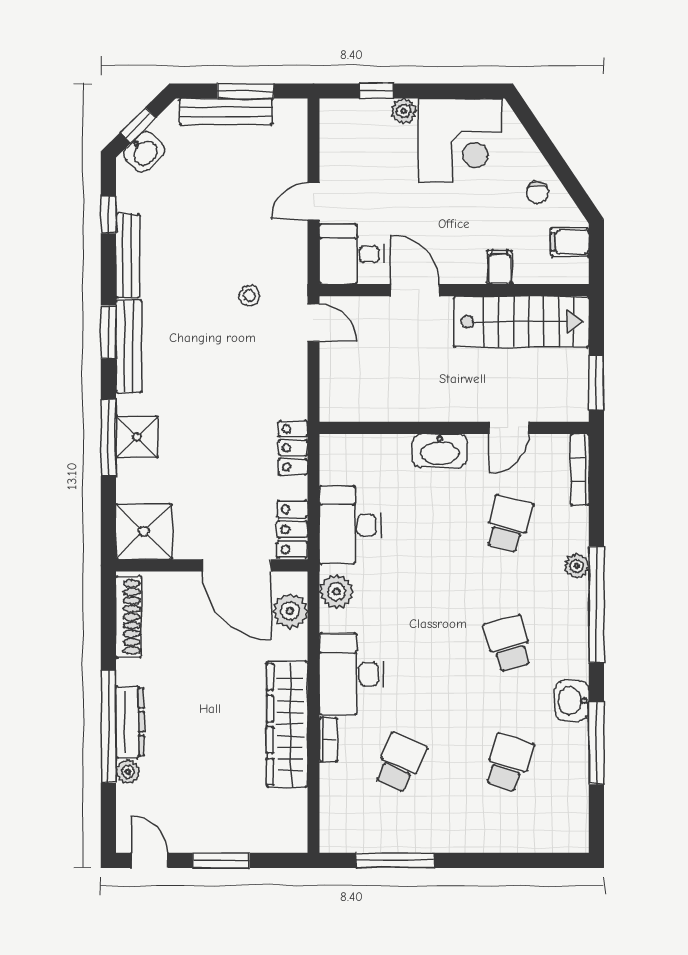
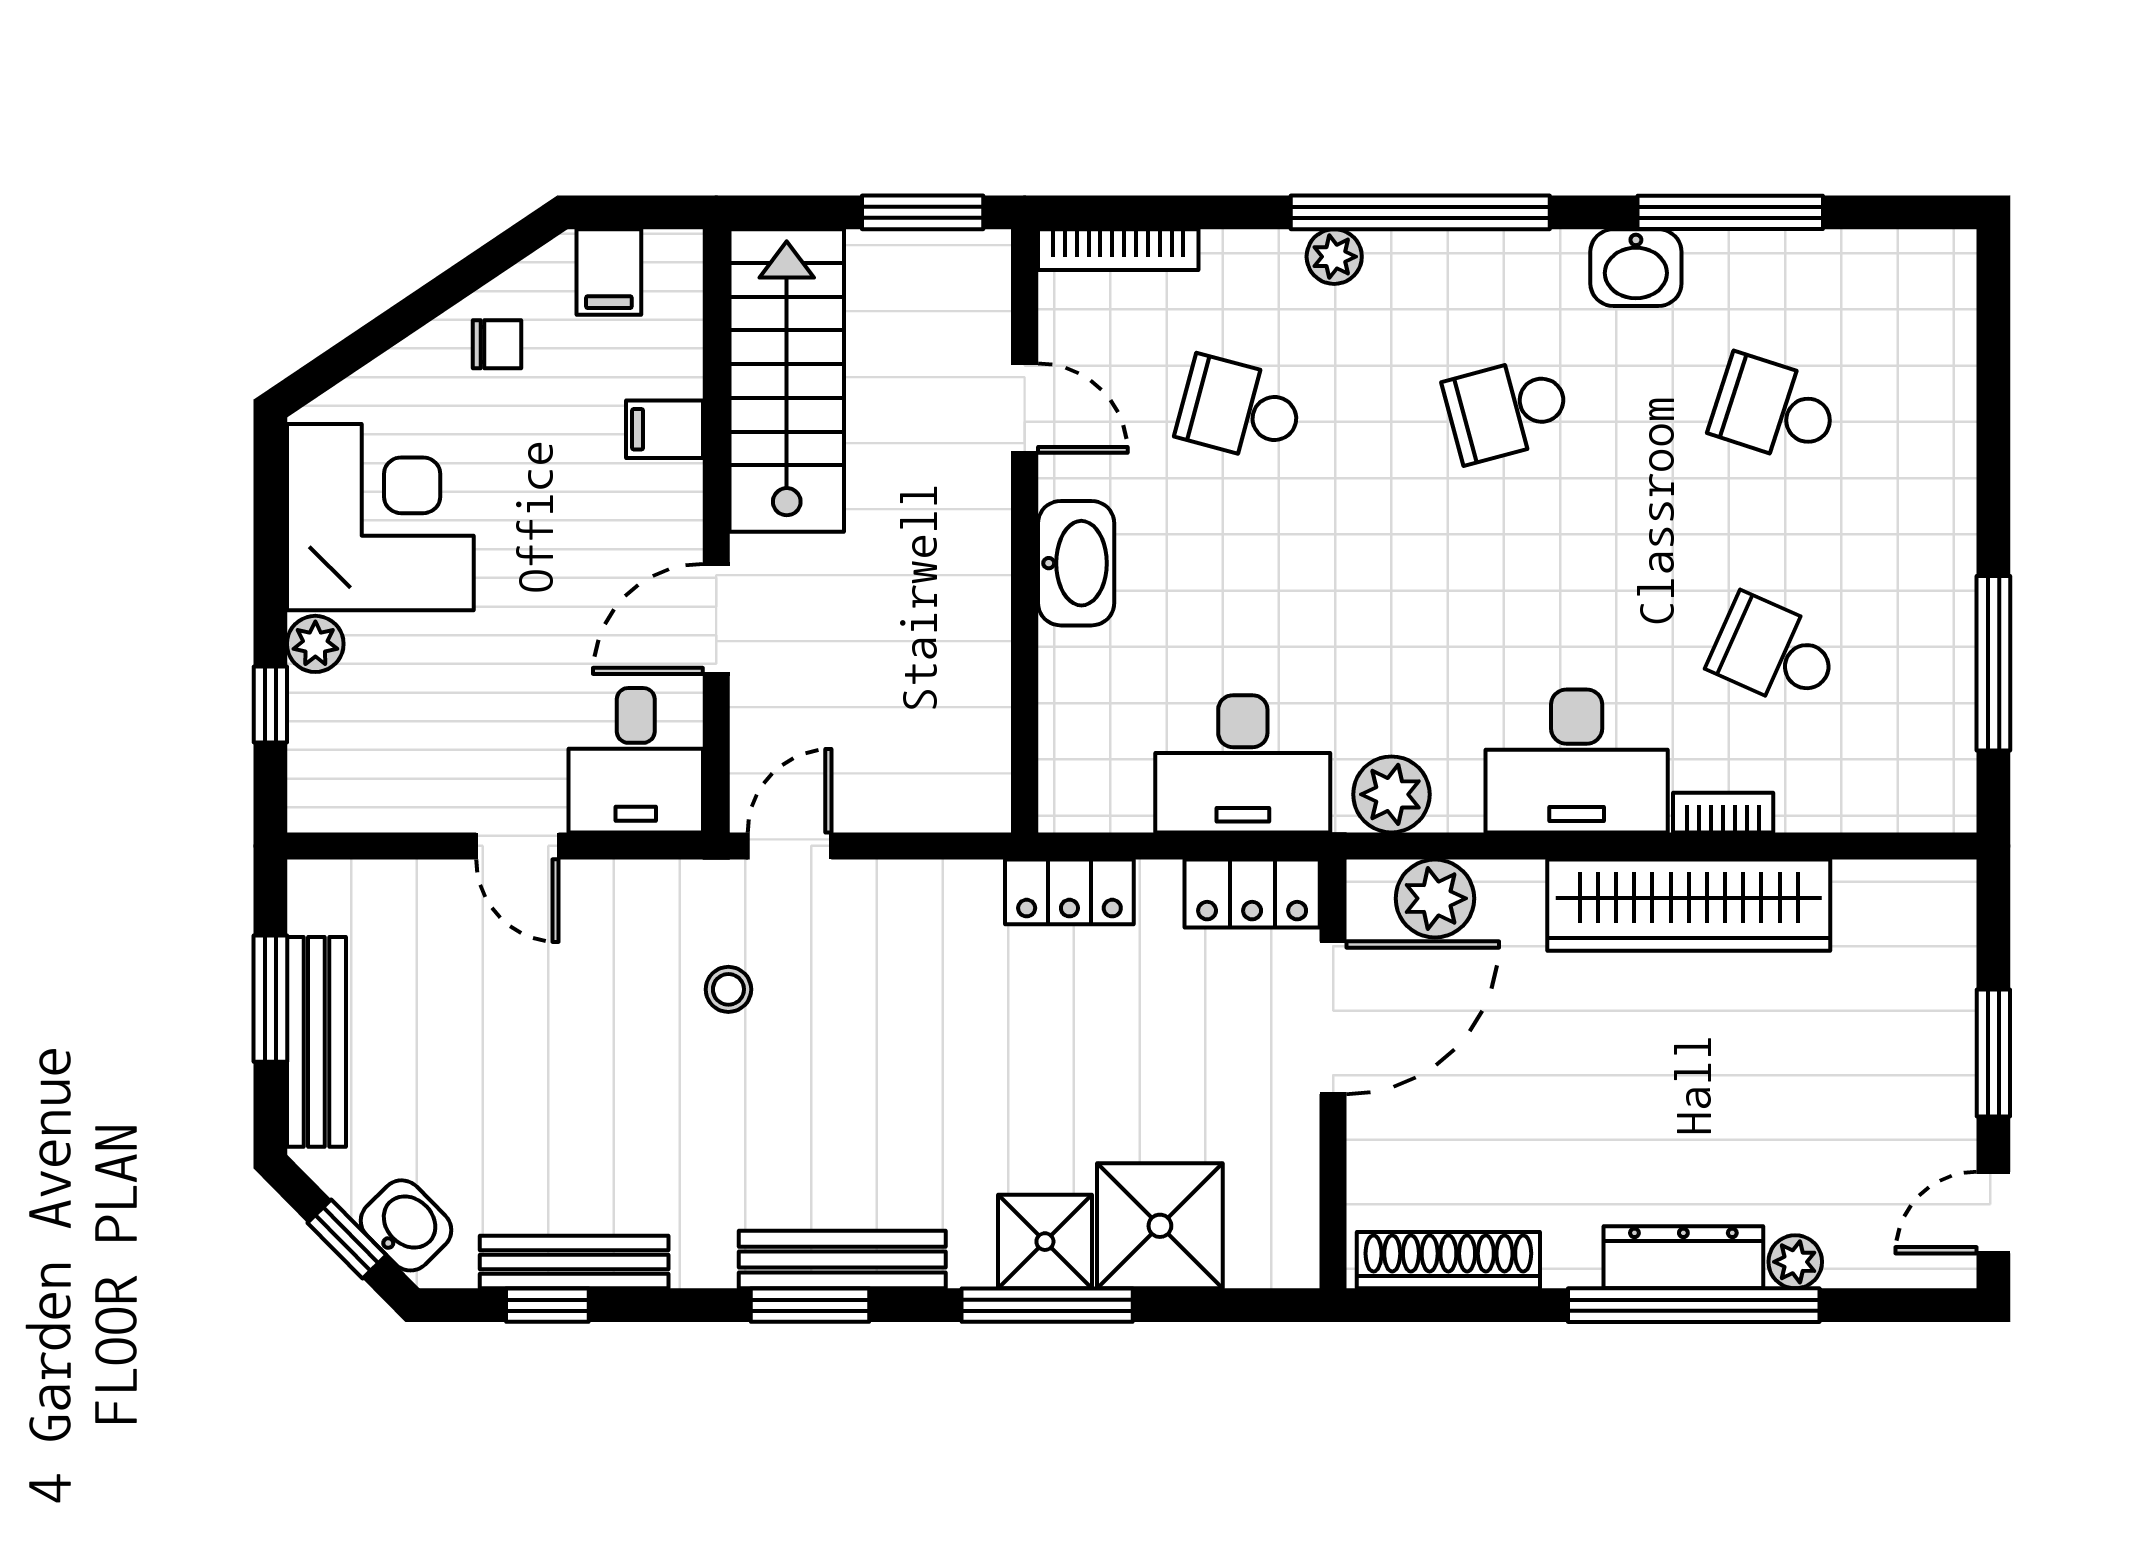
bench: (128, 256) -> (574, 1262), moved
shower: (144, 532) -> (1160, 1226), moved

